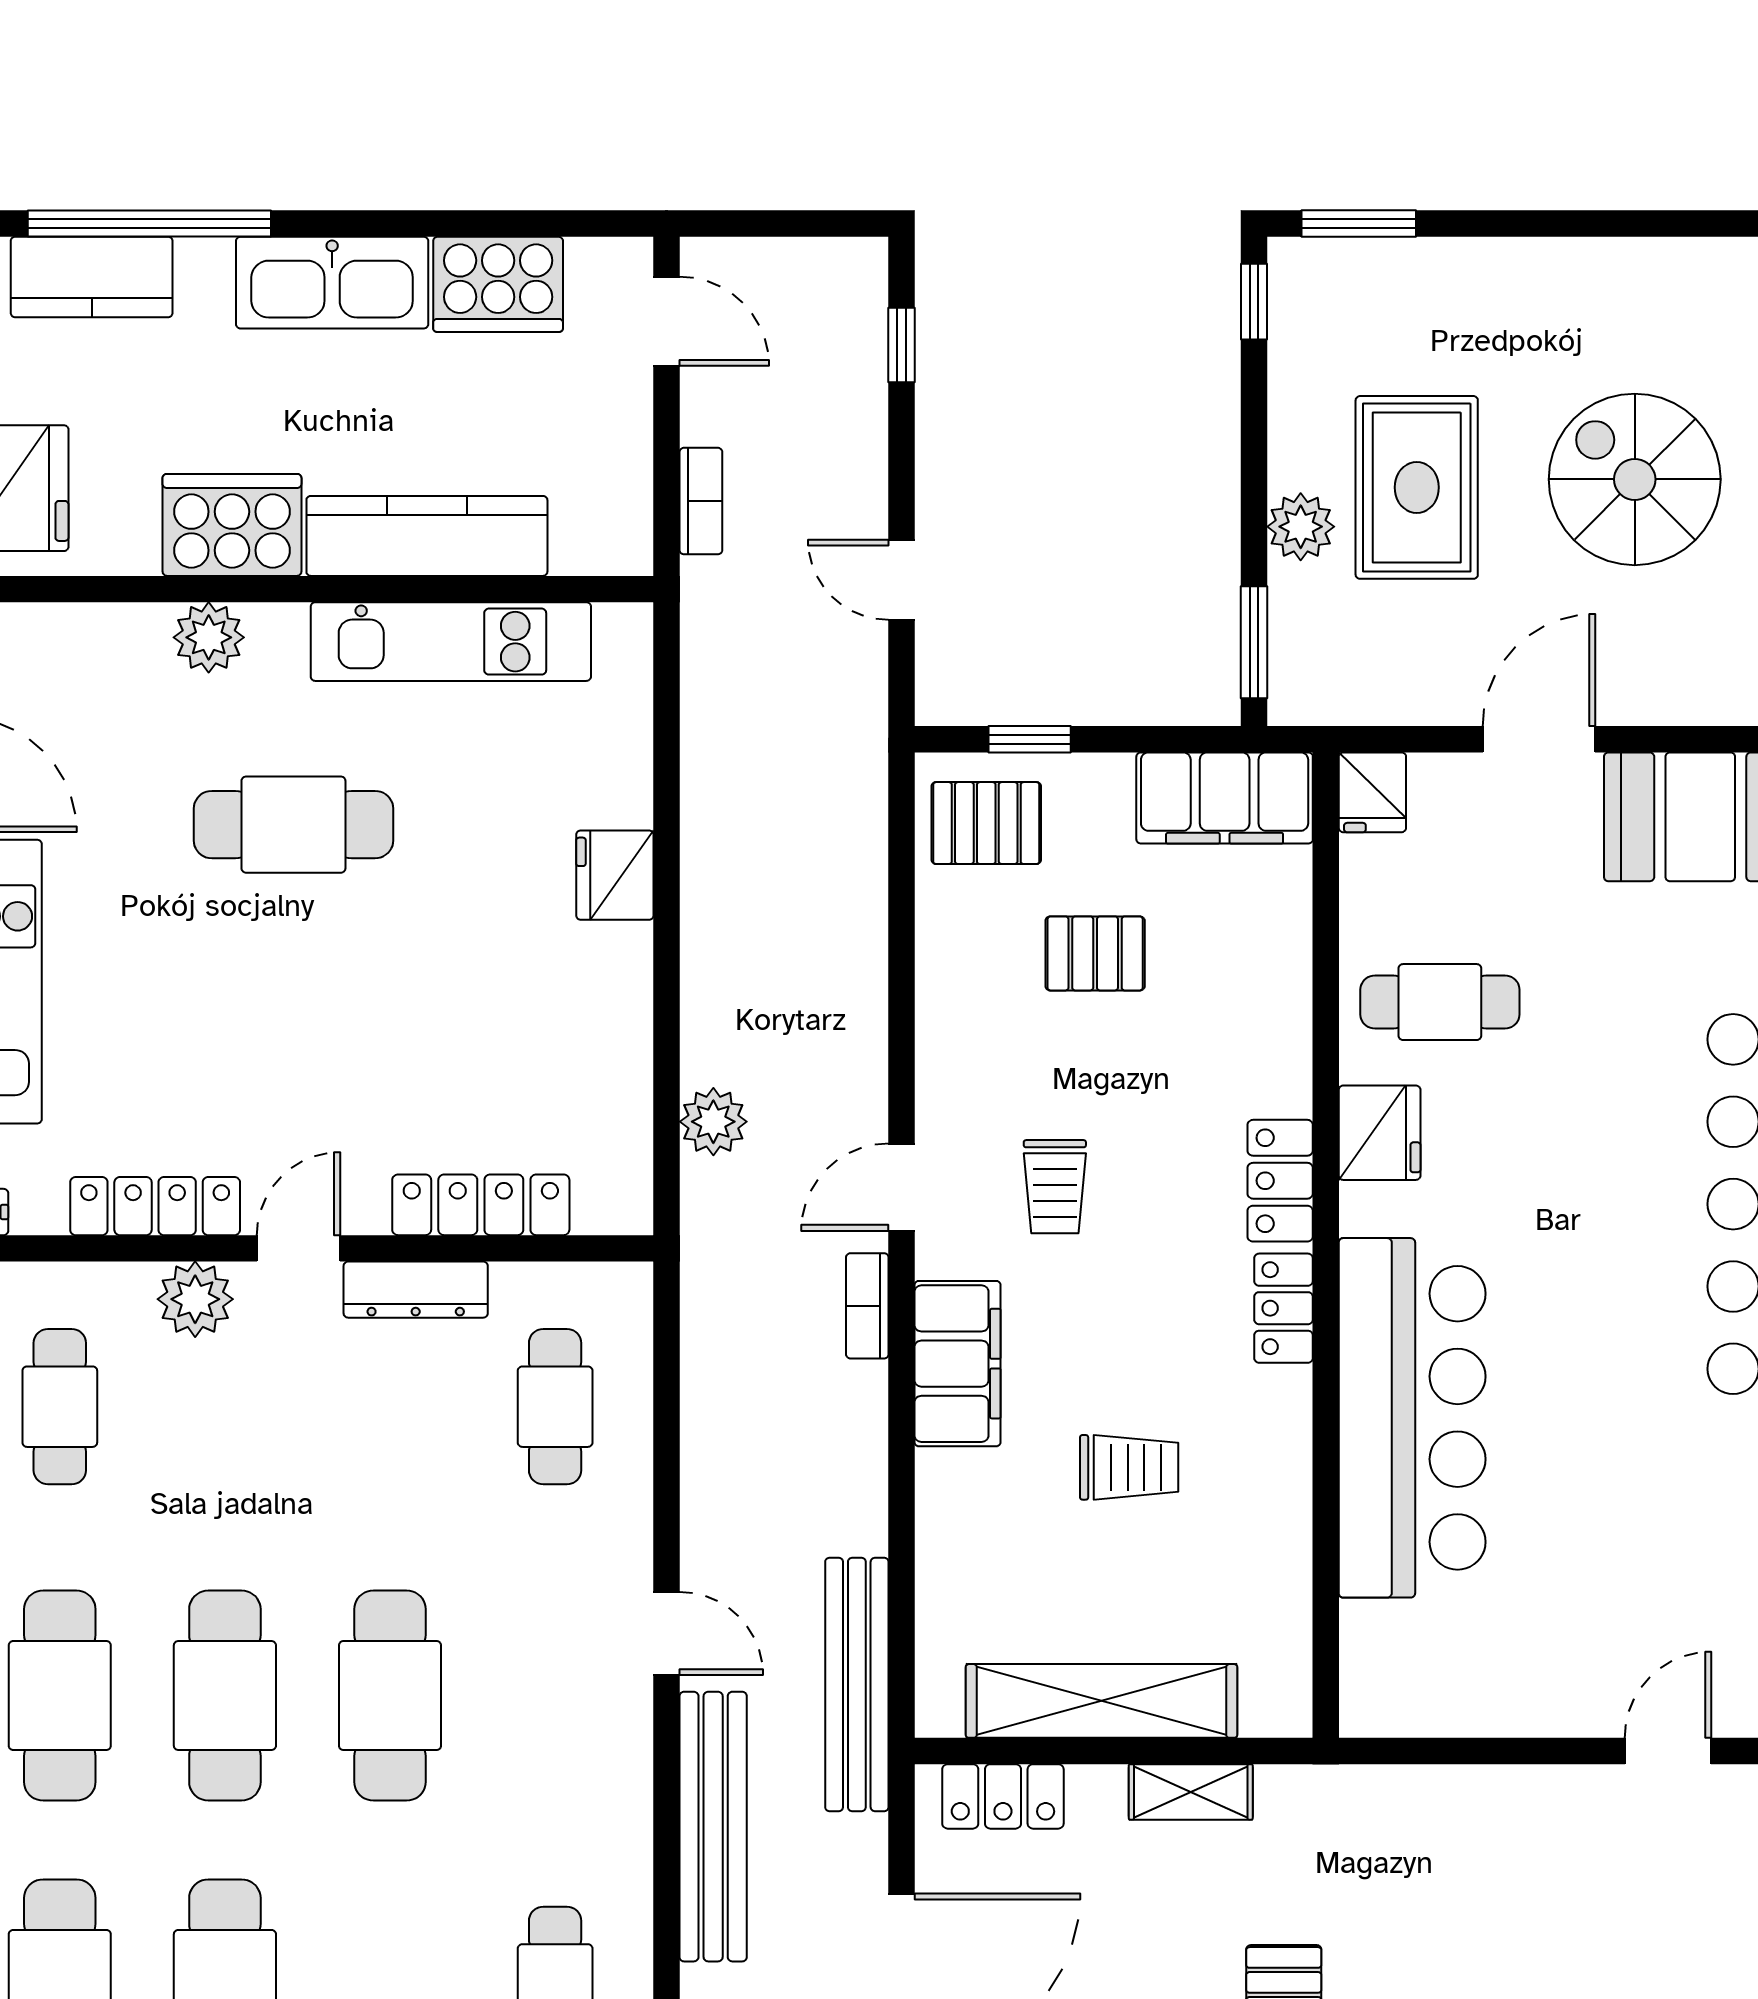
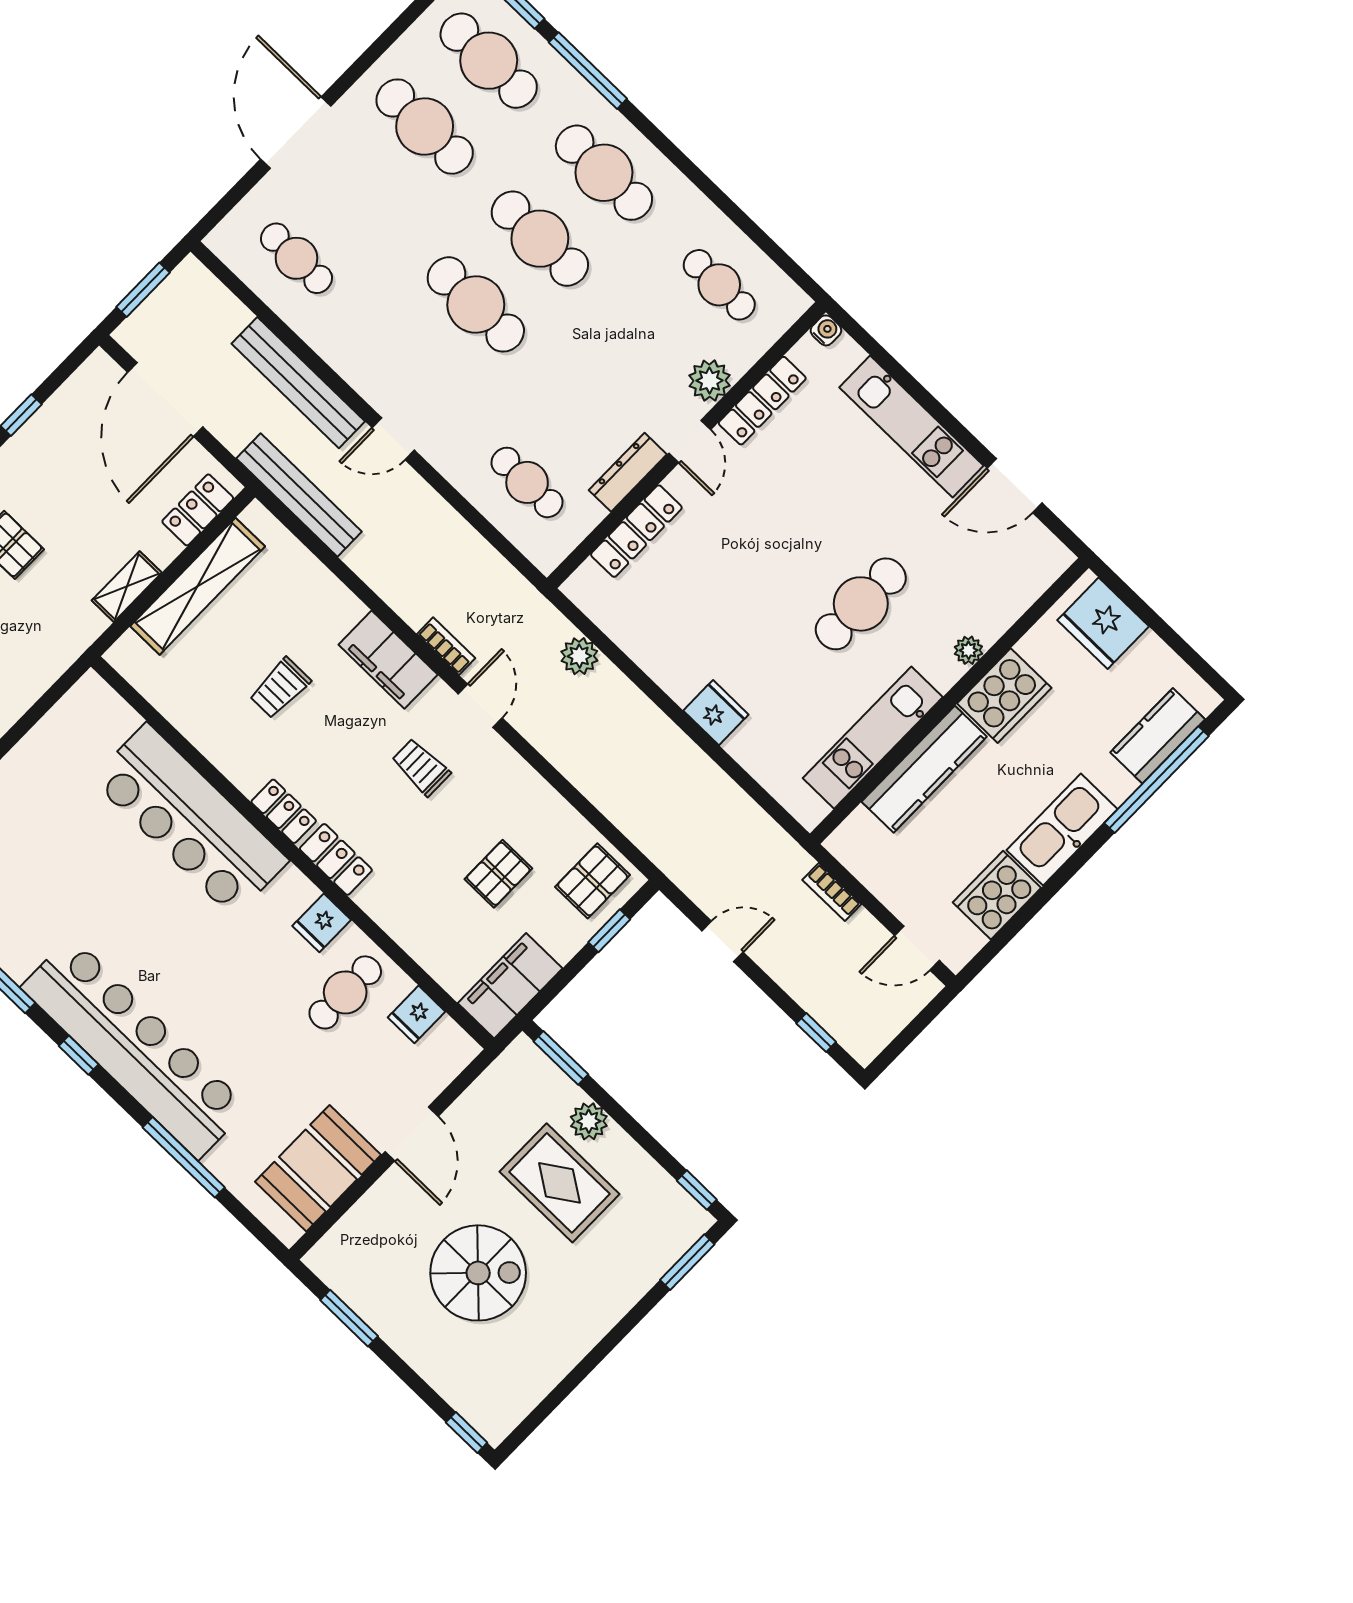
plant: (209, 637) -> (968, 650), width x0.73, depth x0.73
fridge: (1372, 792) -> (417, 1014), moved, turned -90
fridge: (1380, 1133) -> (322, 923), width x0.72

